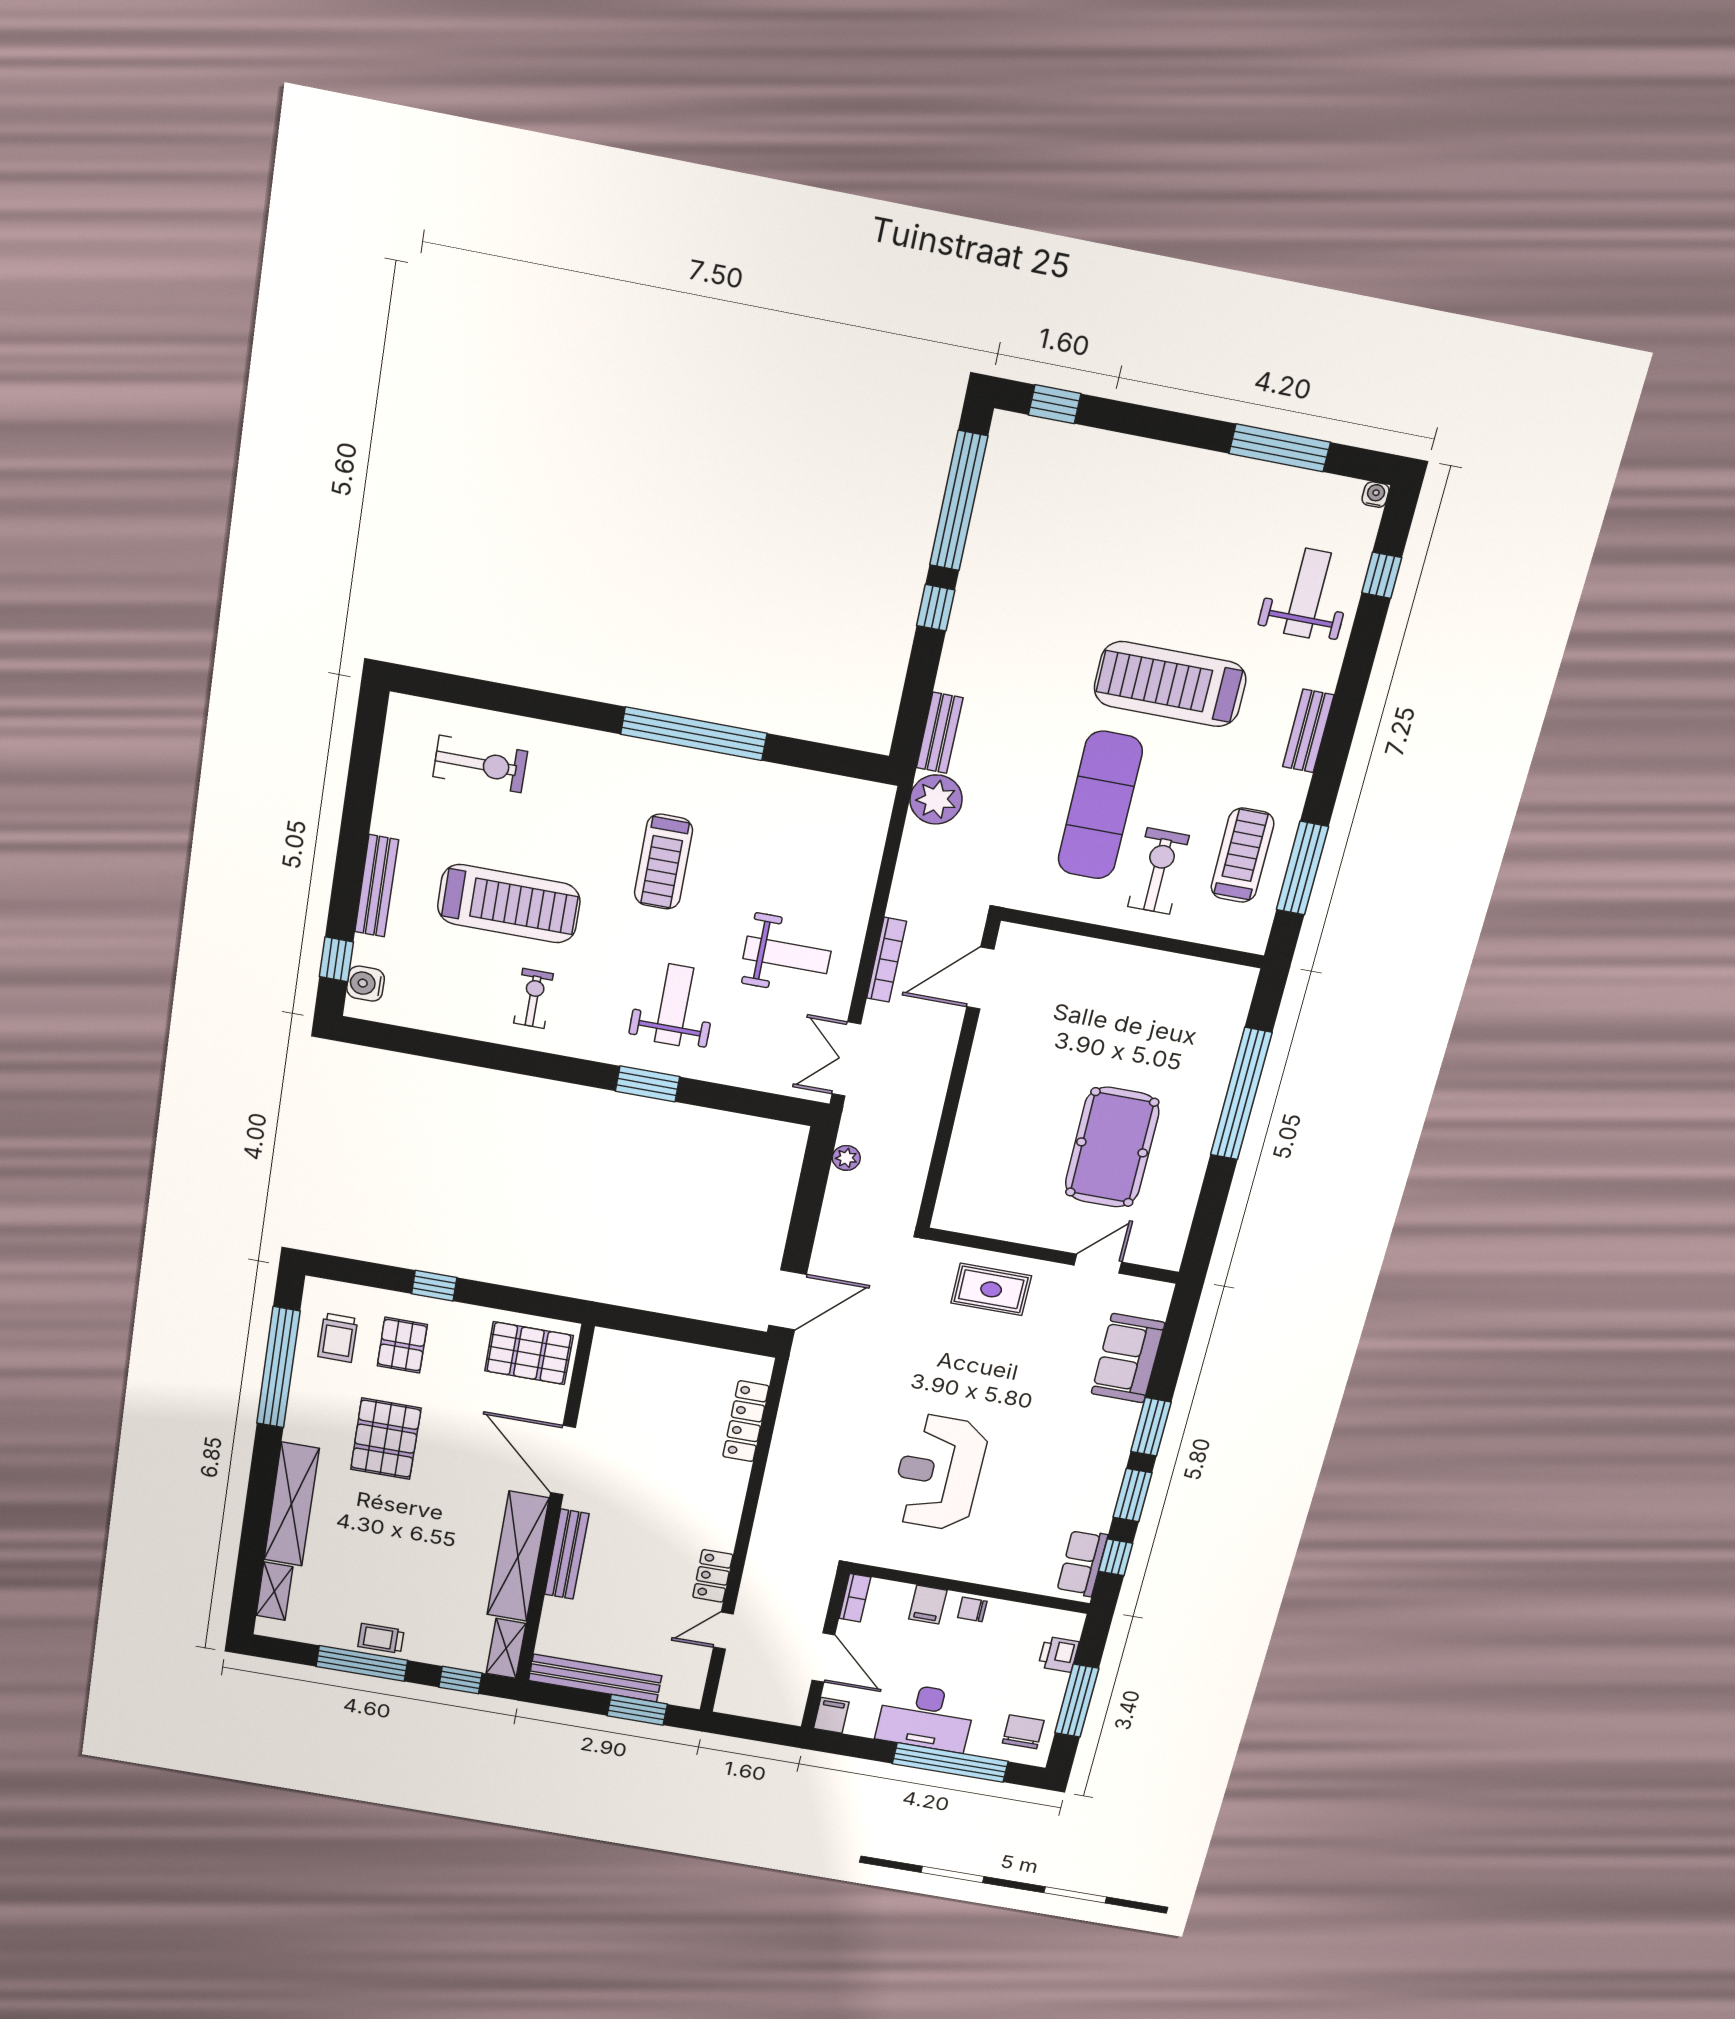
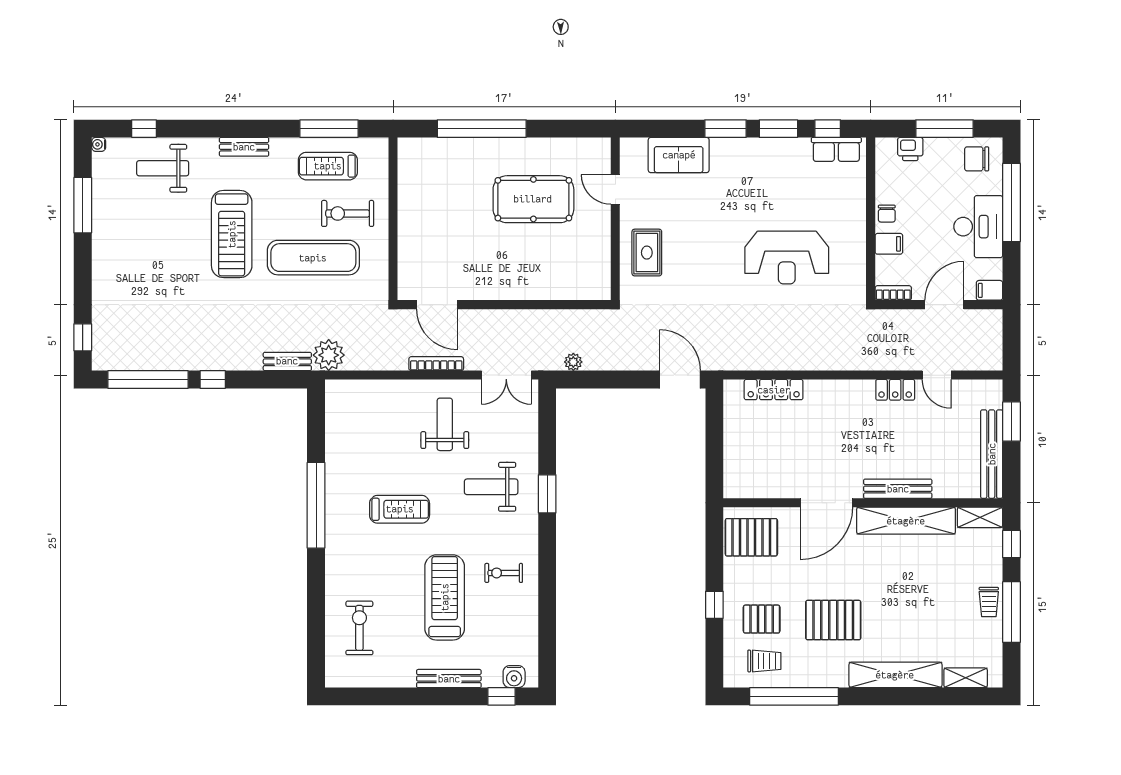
pallet: (529, 1353) -> (751, 537), turned 90

